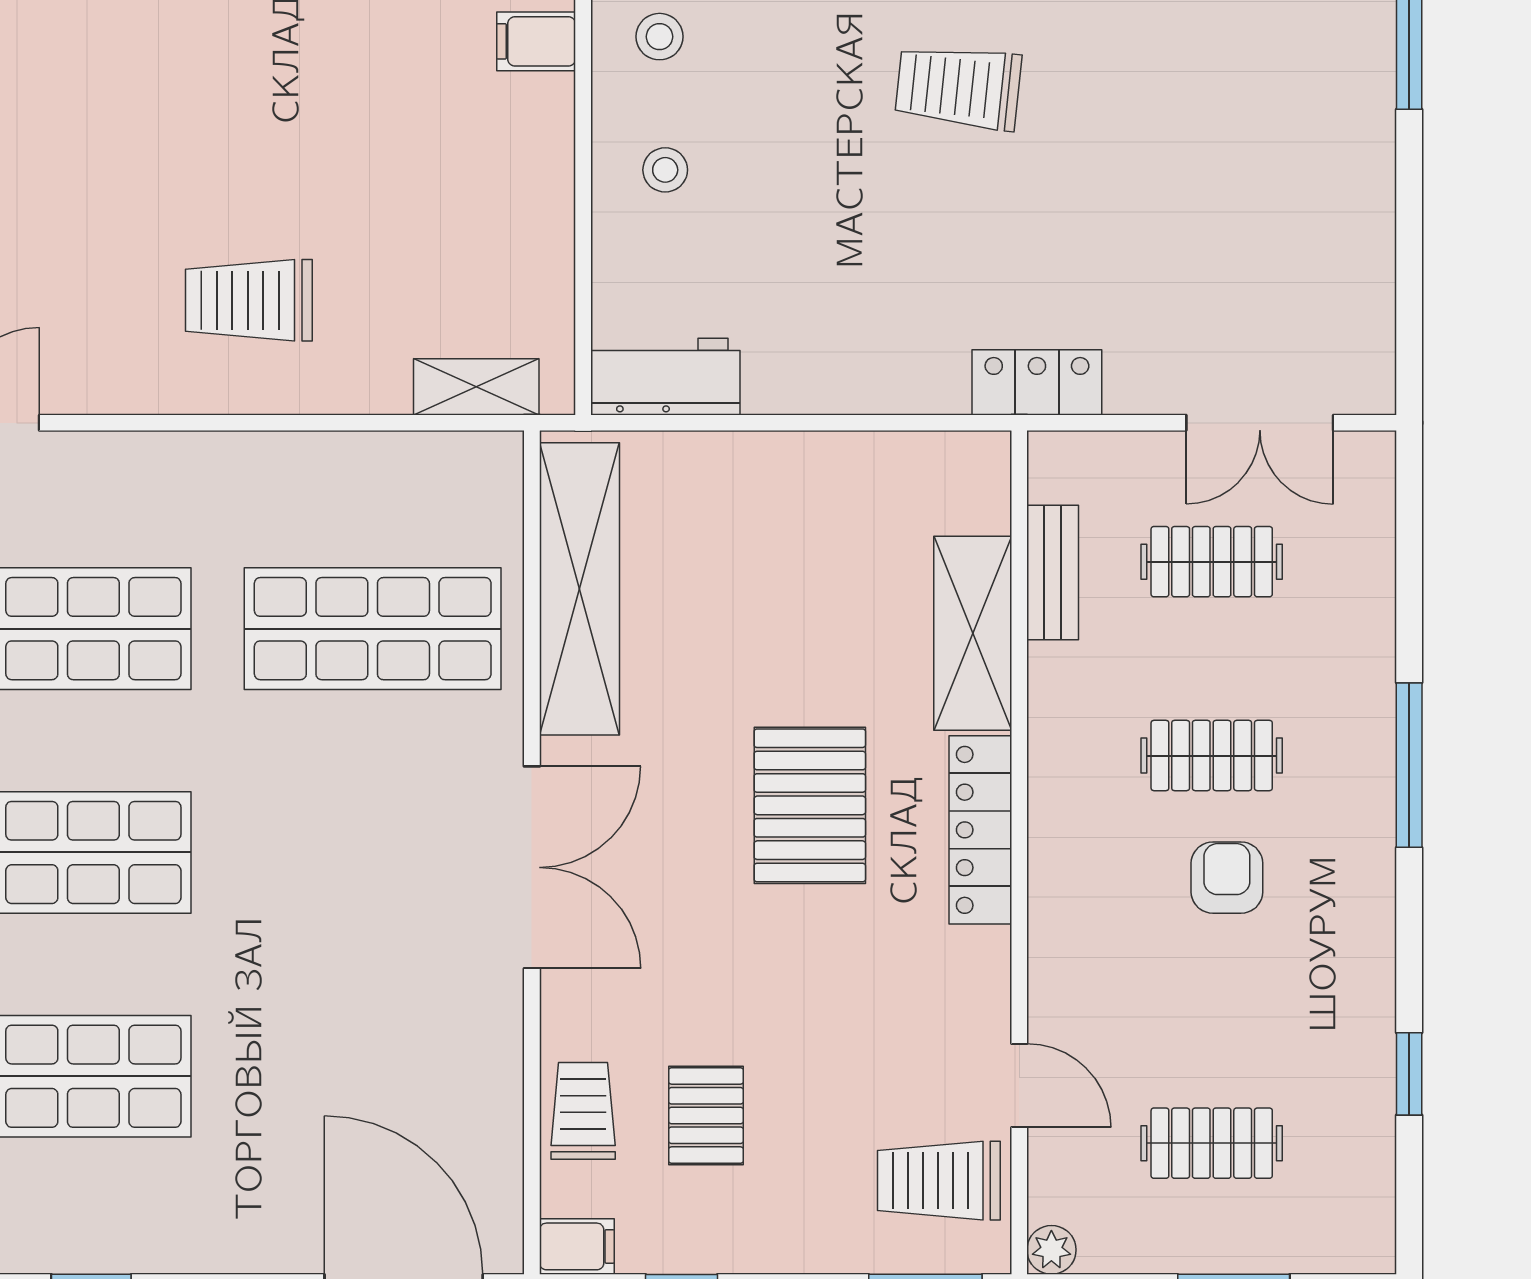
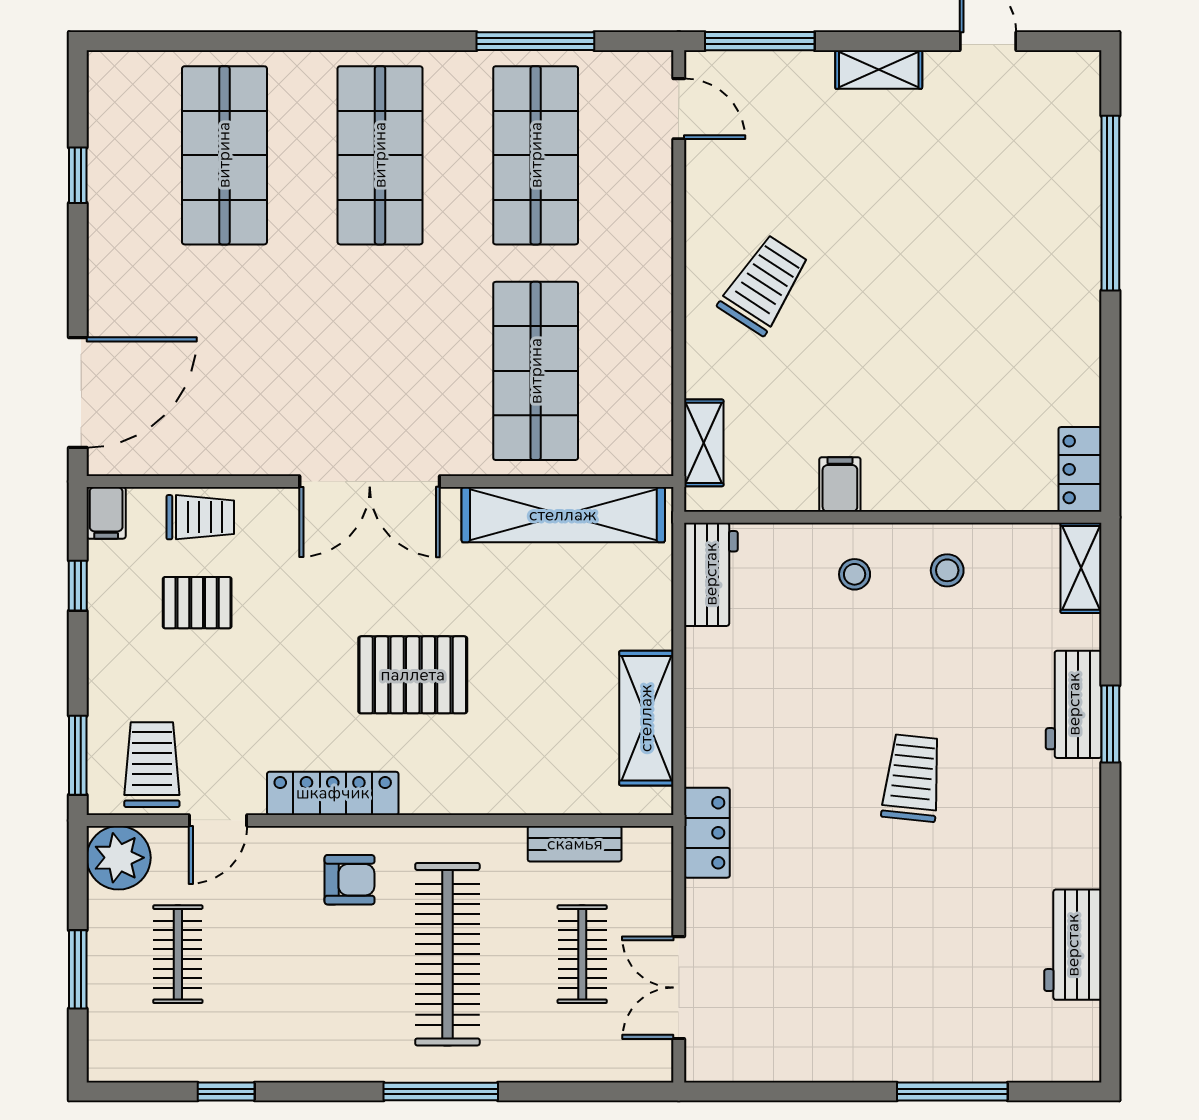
filing cabinet: (536, 41) -> (840, 485), moved
trolley: (249, 300) -> (764, 285), turned 33
shelving: (973, 633) -> (646, 718), moved, turned 90
clothes rail: (1212, 756) -> (447, 954), width x1.86, depth x1.31
locker: (980, 830) -> (333, 793), moved
armchair: (1227, 878) -> (350, 880), moved
plant: (1051, 1250) -> (119, 858), width x1.88, depth x1.88

